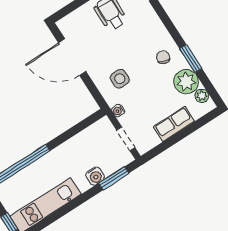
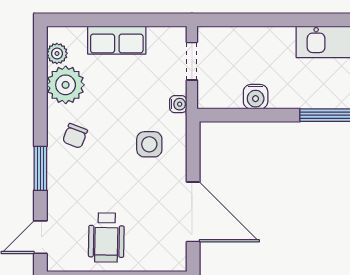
window: (191, 59) -> (40, 168), moved
water cooler: (95, 176) -> (256, 97), moved, turned 180
window: (114, 178) -> (240, 20), removed

